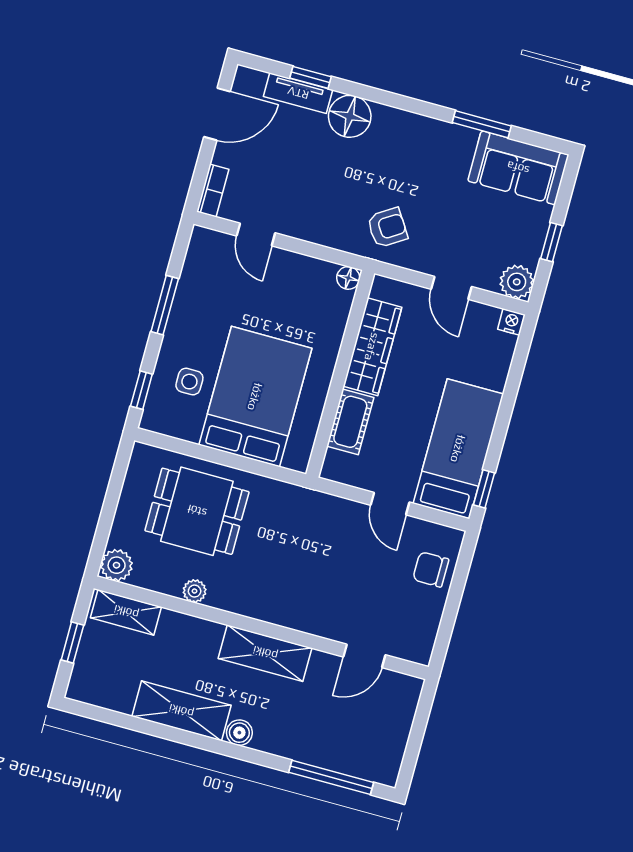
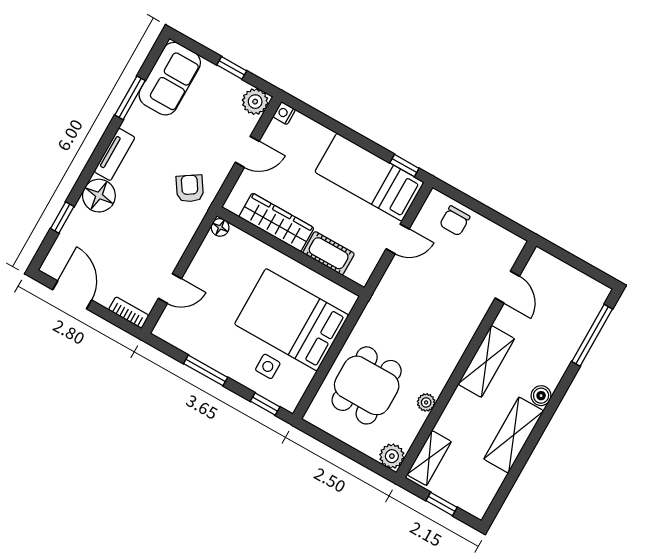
tv unit: (298, 93) -> (115, 154), moved

